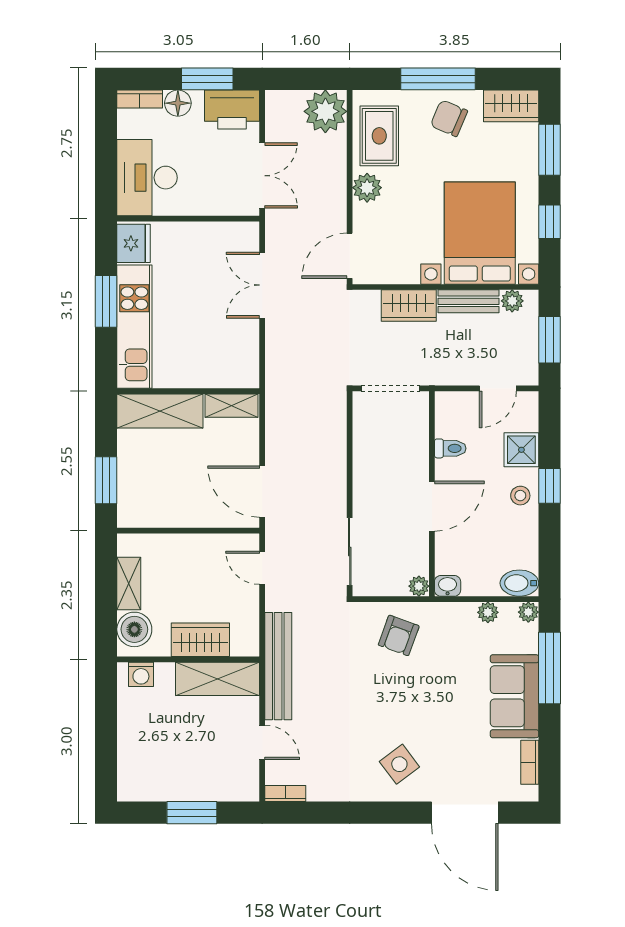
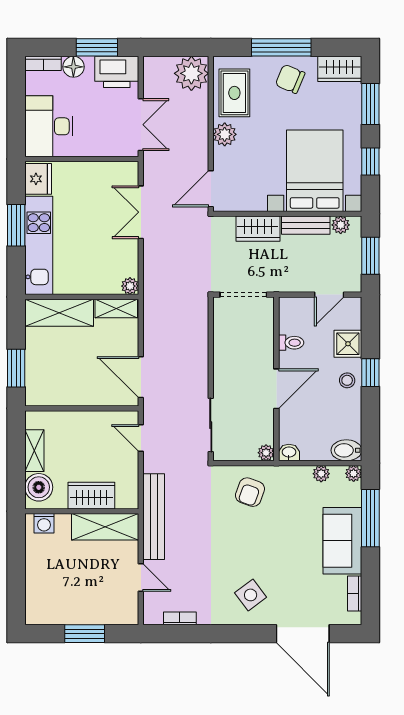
plant: (249, 377) -> (130, 286), added
bookcase: (285, 794) -> (180, 618), moved

